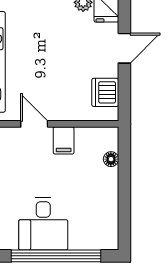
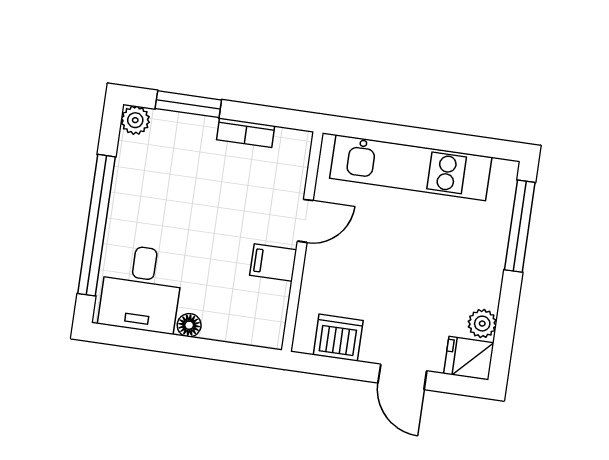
floor lamp: (111, 159) -> (189, 325), moved
desk: (43, 224) -> (141, 289), moved, turned -90

